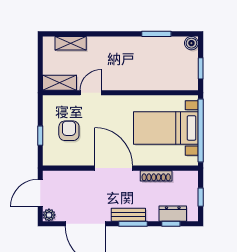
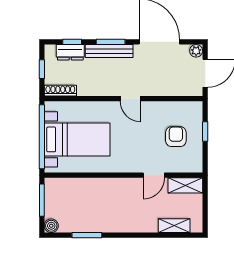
window: (201, 68) -> (42, 200), width x1.50
armchair: (69, 131) -> (176, 137), turned 180
door: (114, 168) -> (130, 99), width x0.53
shoe rack: (156, 176) -> (60, 91), moved
bench: (128, 215) -> (109, 51), width x1.36

